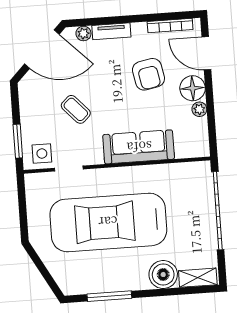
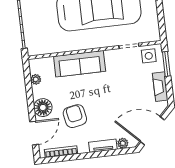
door: (206, 53) -> (34, 133), hinge flipped
coffee table: (76, 109) -> (126, 89), removed
plant: (199, 109) -> (36, 79), moved
fireplace: (28, 110) -> (160, 87), added

